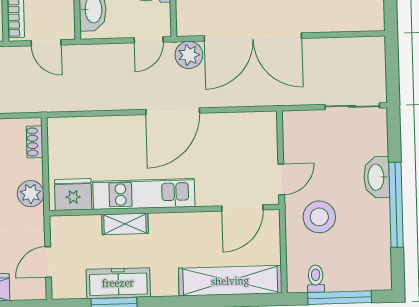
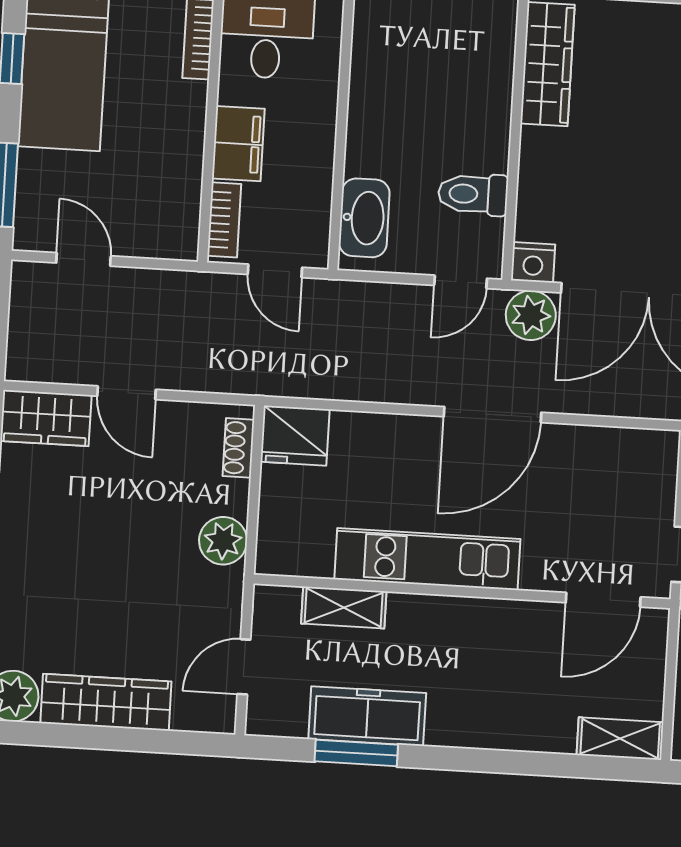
nightstand: (188, 26) -> (533, 262), added
fridge: (73, 195) -> (295, 436), moved, turned 180
shelving: (125, 224) -> (344, 607), moved
shelving: (230, 281) -> (620, 739), width x0.45, depth x0.75

